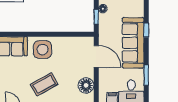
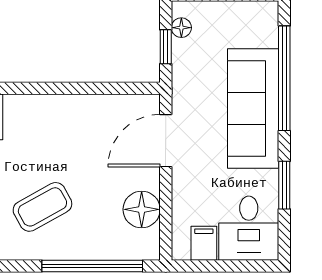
window: (146, 30) -> (284, 78), width x3.17
side table: (43, 49) -> (39, 124), removed
door: (96, 56) -> (166, 141), swing flipped

